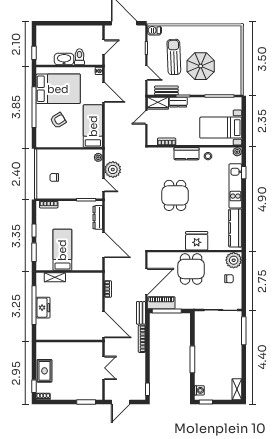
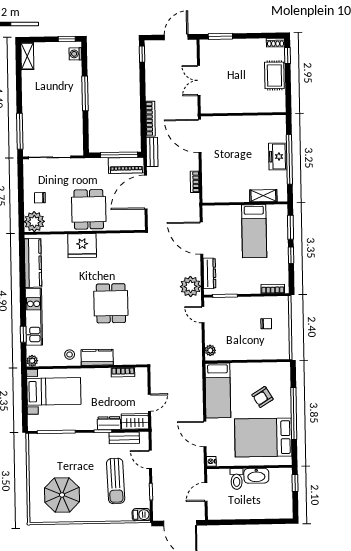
parasol: (201, 66) -> (62, 495), moved
plant: (113, 170) -> (190, 286), moved

